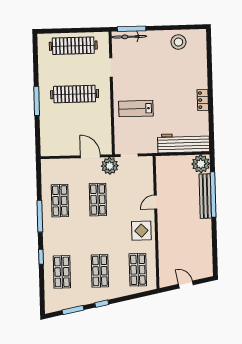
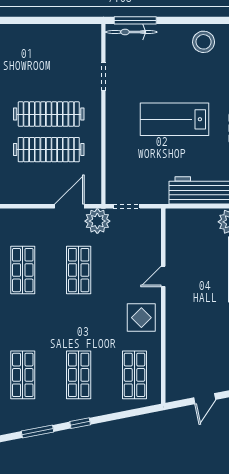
clothes rail: (73, 46) -> (49, 150), moved
lab bench: (136, 109) -> (175, 119), moved, width x1.36, depth x1.39
door: (90, 156) -> (69, 206), hinge flipped
door: (186, 285) -> (205, 399), swing flipped

